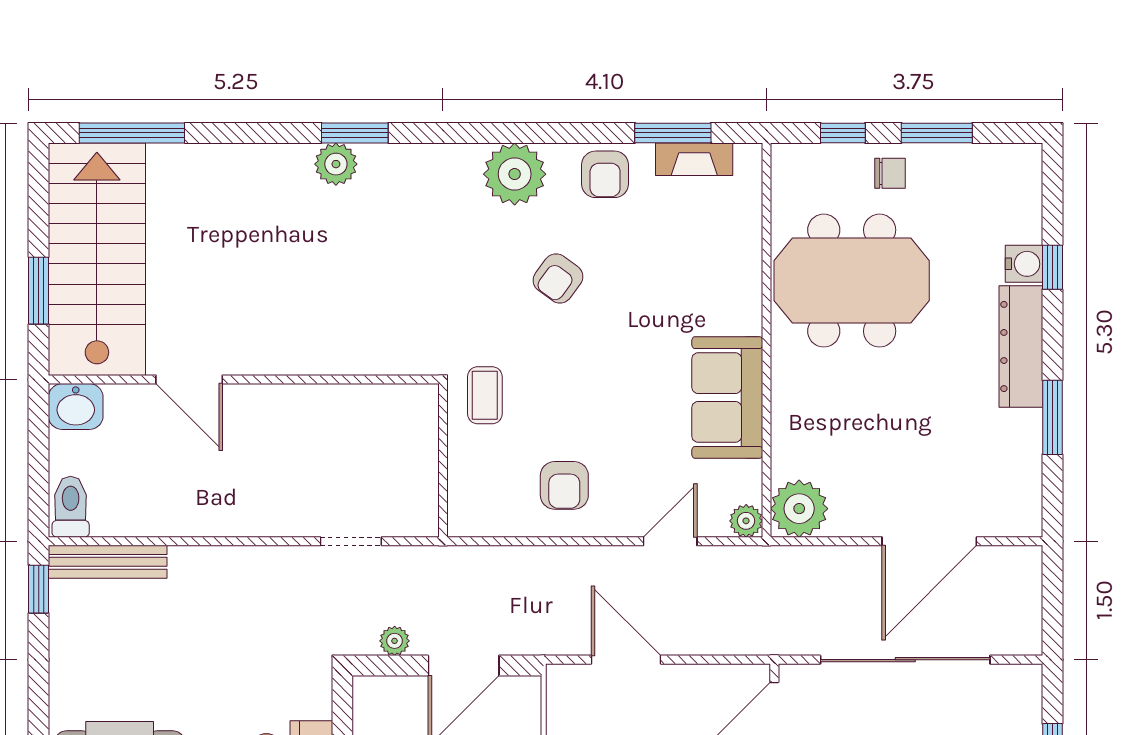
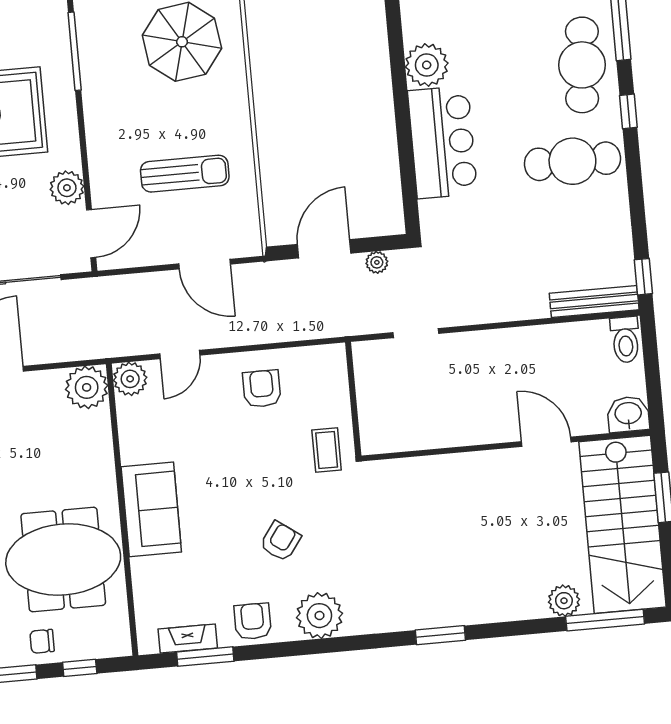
plant: (336, 164) -> (564, 601), moved
sofa: (727, 397) -> (151, 509), moved
plant: (746, 521) -> (130, 379), width x1.38, depth x1.38

